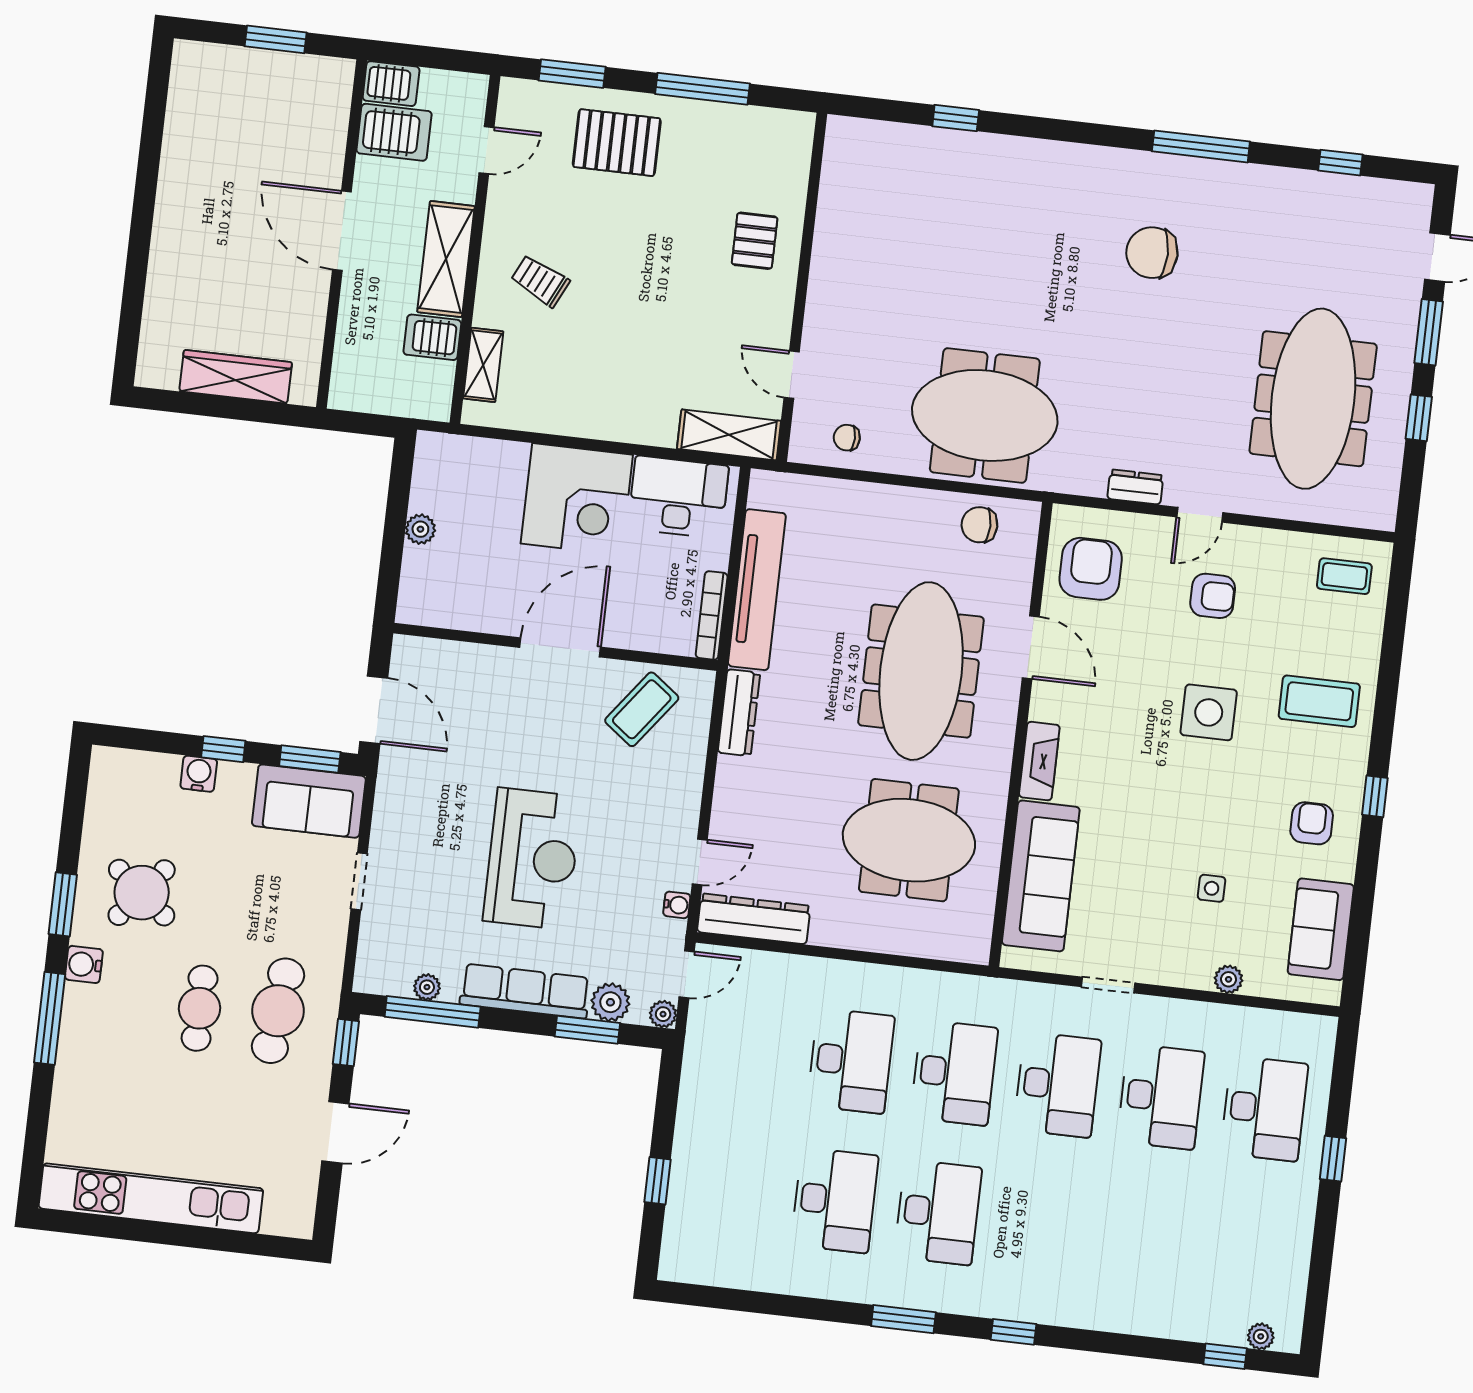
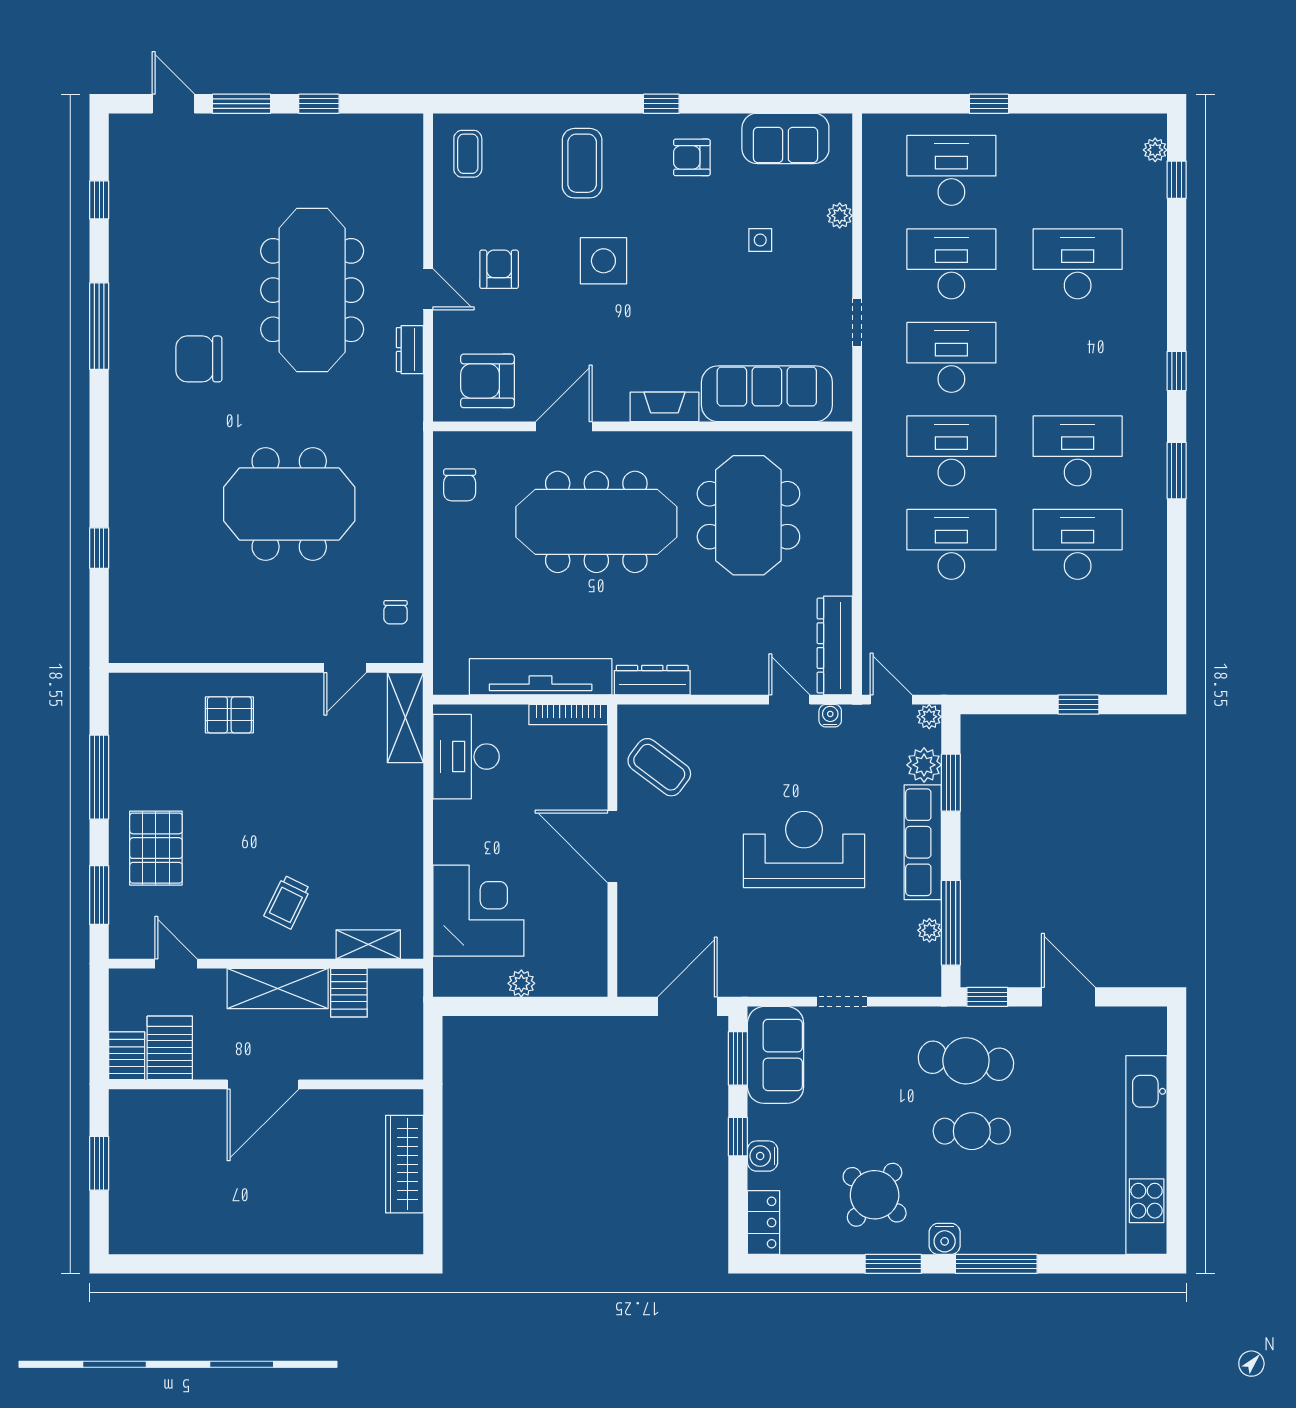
chair: (1152, 253) -> (199, 359), turned 90
meeting table: (1313, 399) -> (312, 290), moved, turned 90
meeting table: (985, 415) -> (289, 504), moved, turned 90
corner desk: (577, 499) -> (478, 911), moved
locker: (125, 766) -> (764, 1223), added
desk: (1145, 1236) -> (1078, 264), added

